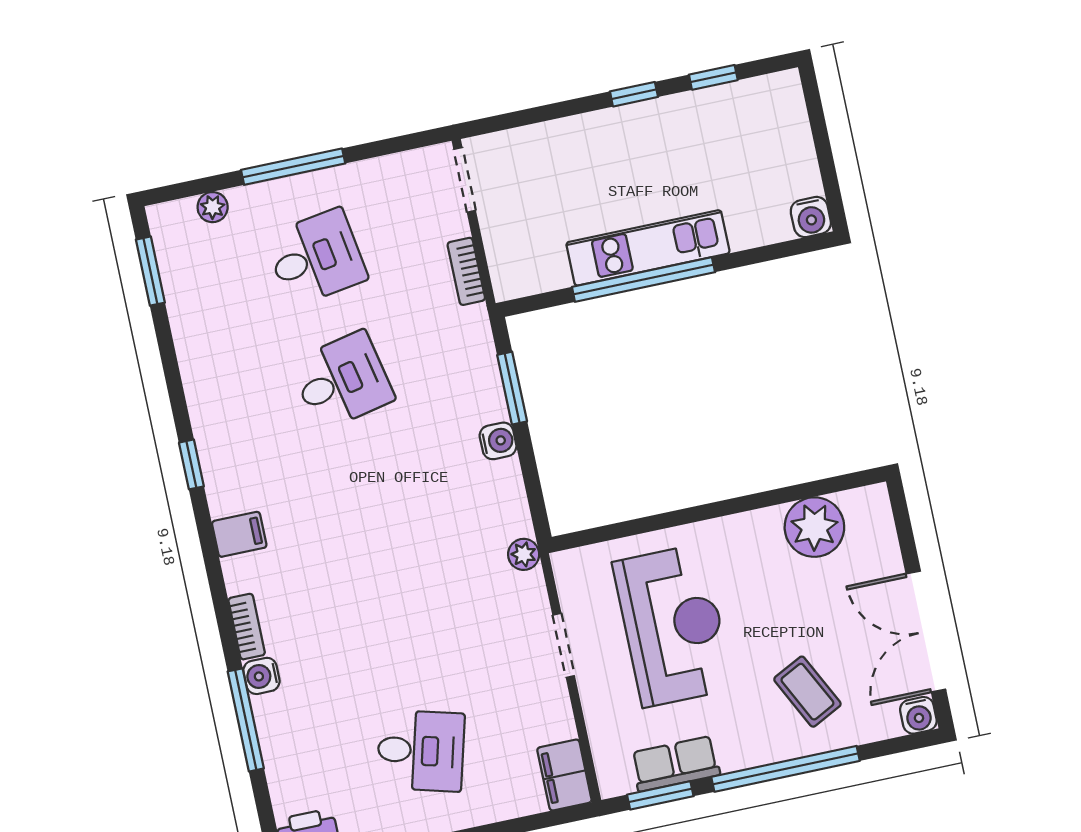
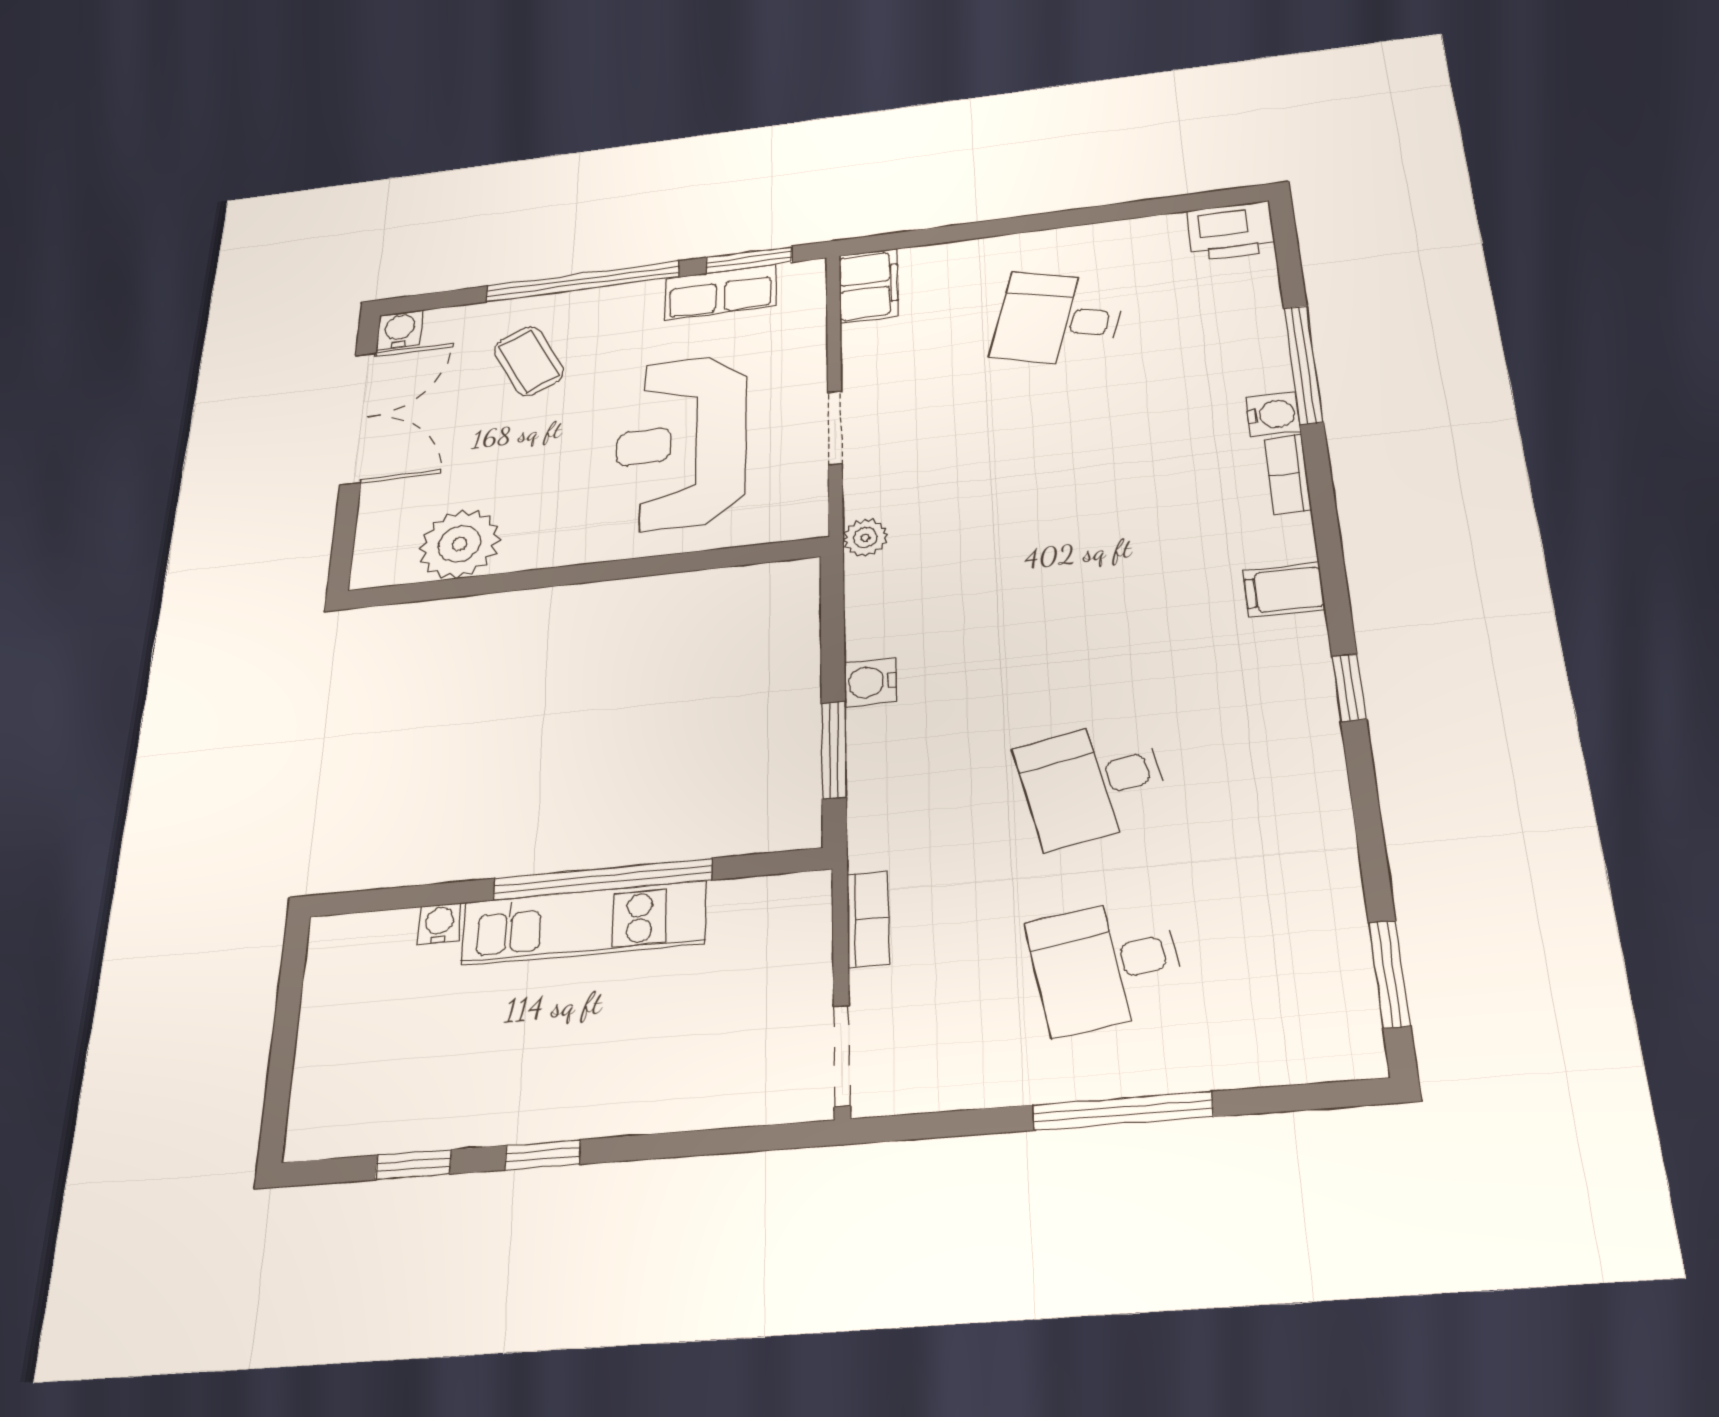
plant: (213, 207) -> (1270, 1063), removed
water cooler: (811, 217) -> (439, 924), moved, width x0.72, depth x0.72

